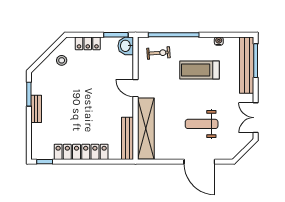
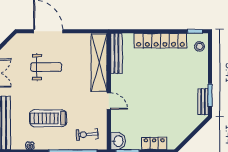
stool: (62, 60) -> (199, 46), moved
treadmill: (200, 70) -> (48, 118), turned 180
bench: (36, 109) -> (203, 102), moved

